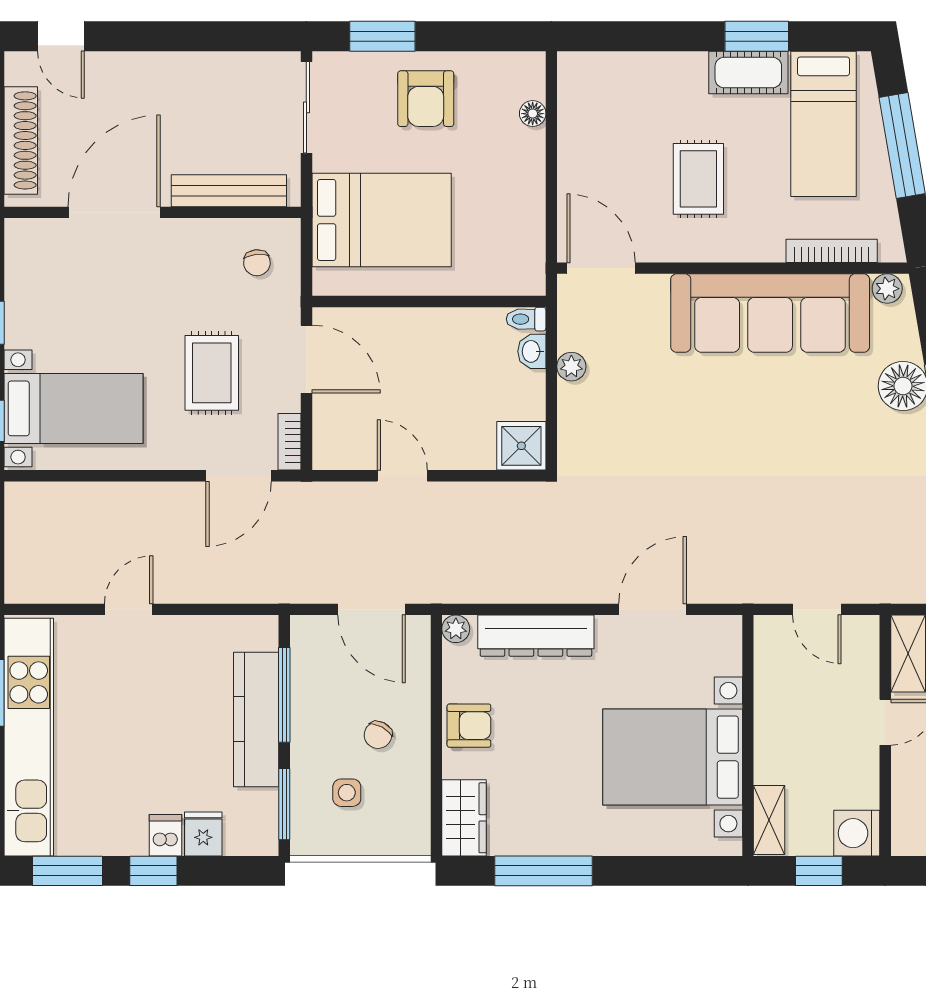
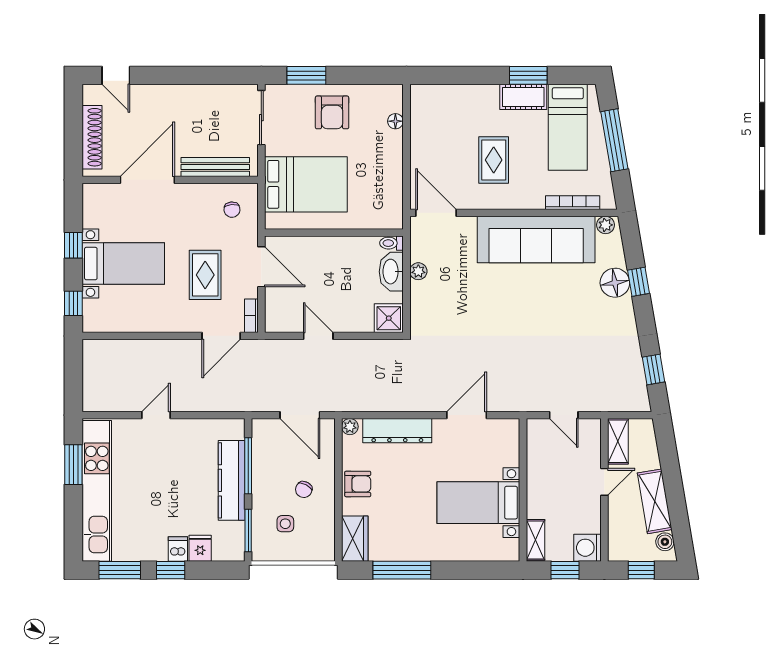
washbasin: (532, 351) -> (391, 272), width x1.91, depth x1.45
bed with nightstands: (73, 408) -> (123, 264), moved
bed with nightstands: (673, 757) -> (478, 503), width x0.73

